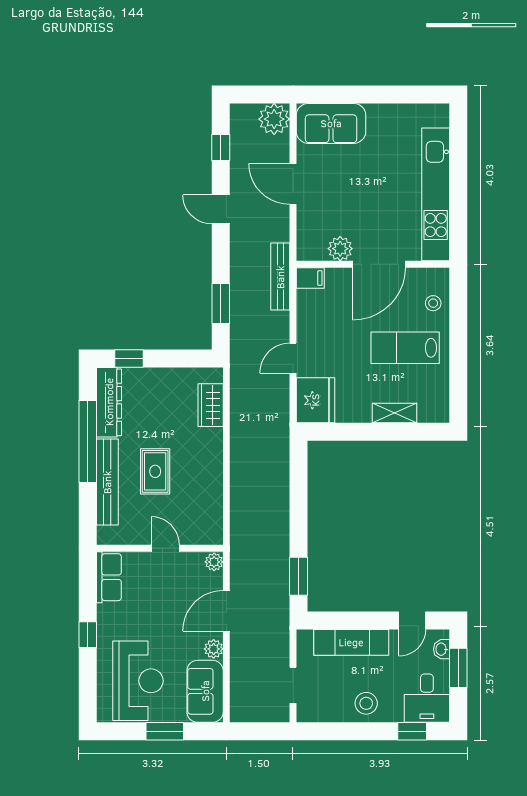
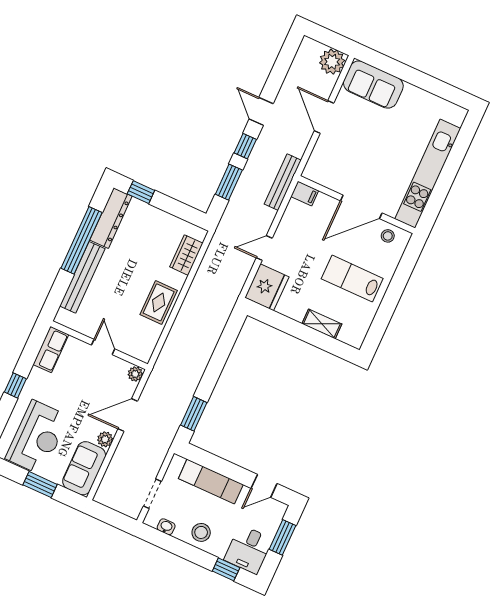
window: (221, 148) -> (245, 146), moved
plant: (340, 249) -> (337, 182), removed
stool: (433, 303) -> (388, 236), moved
rug: (155, 471) -> (159, 302), moved
washbasin: (442, 649) -> (166, 527), moved, turned 90

